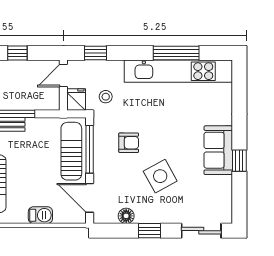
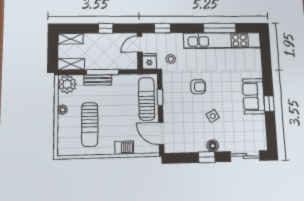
armchair: (129, 143) -> (198, 87), moved
window: (90, 149) -> (160, 97), width x0.46
side table: (160, 176) -> (213, 116), width x0.54, depth x0.54
floor lamp: (126, 216) -> (213, 146), moved

